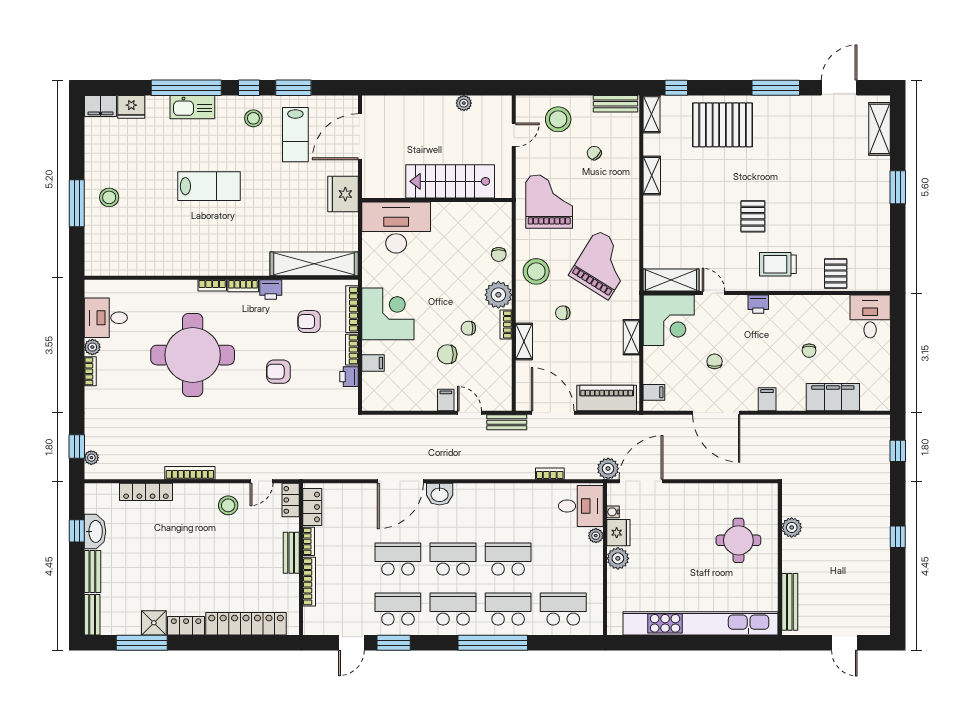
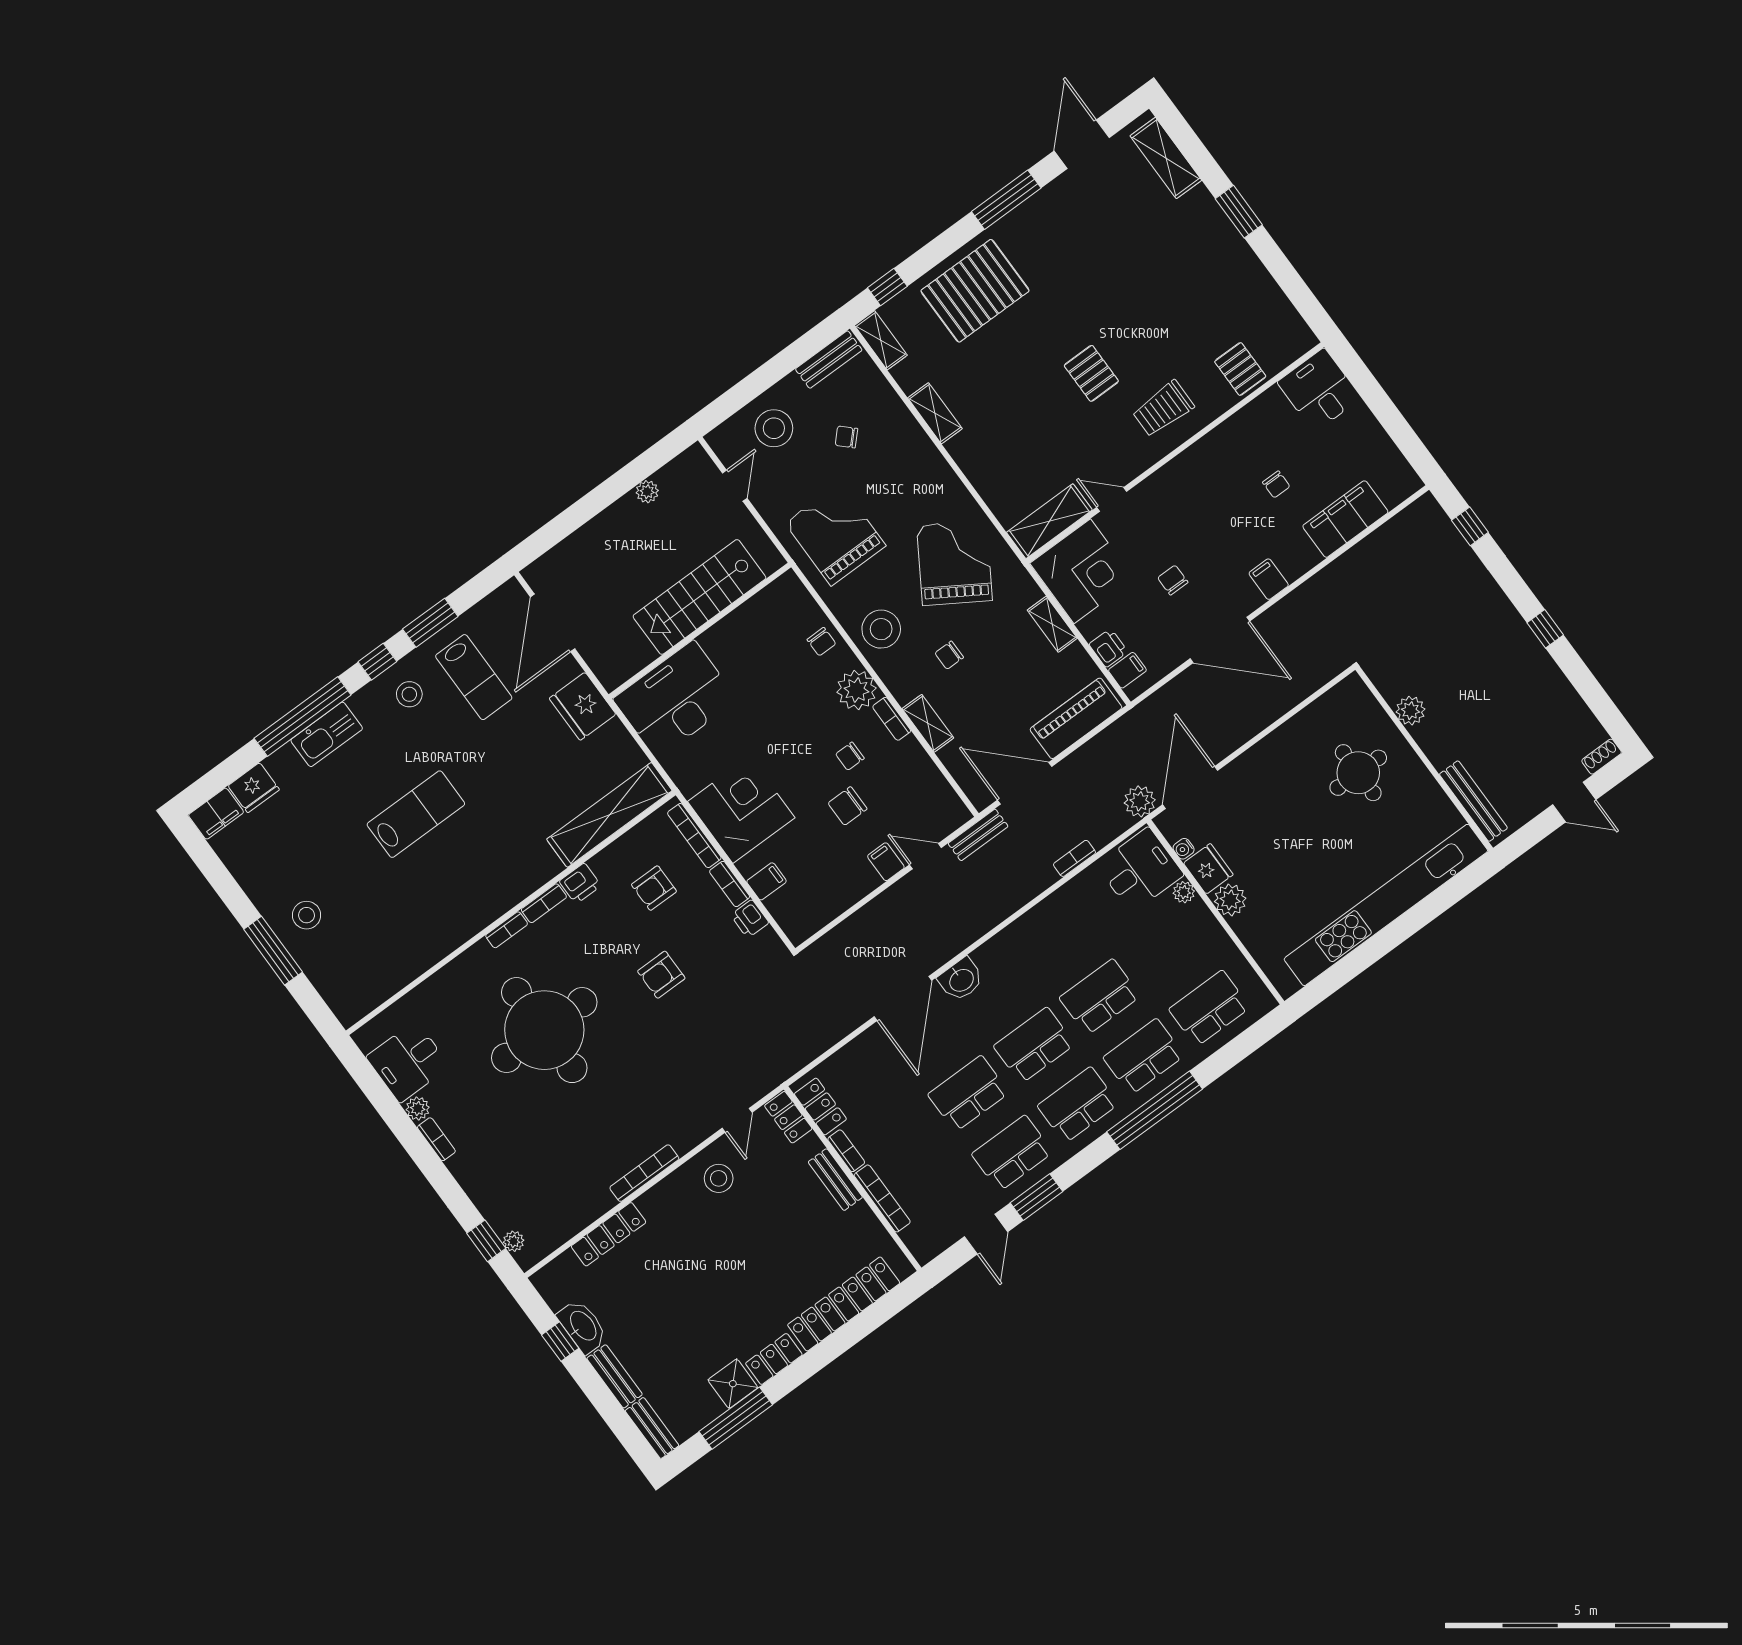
printer: (758, 304) -> (1108, 648), moved, turned -90
shoe rack: (877, 629) -> (1602, 757), added

